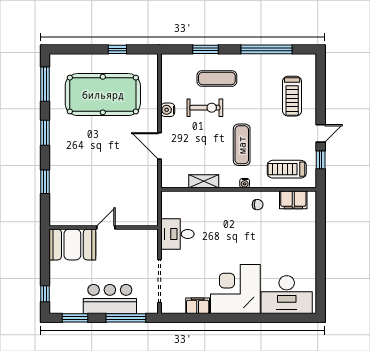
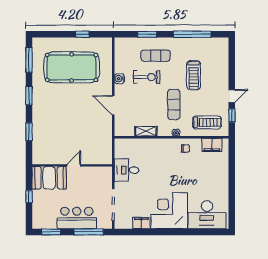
treadmill: (292, 96) -> (194, 75), moved
treadmill: (287, 169) -> (207, 122), turned 180
window: (45, 294) -> (29, 197), moved

